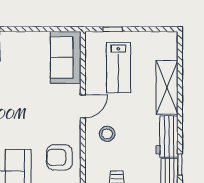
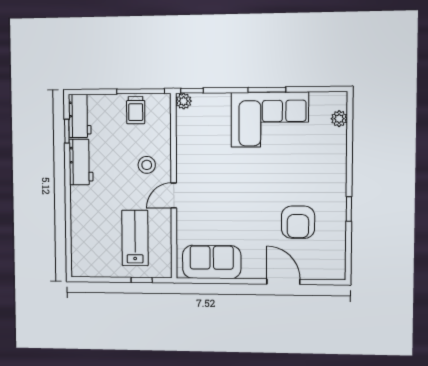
sofa: (66, 57) -> (212, 262), moved, turned -90
shelving: (167, 87) -> (82, 216), removed
armchair: (59, 157) -> (200, 138), removed

